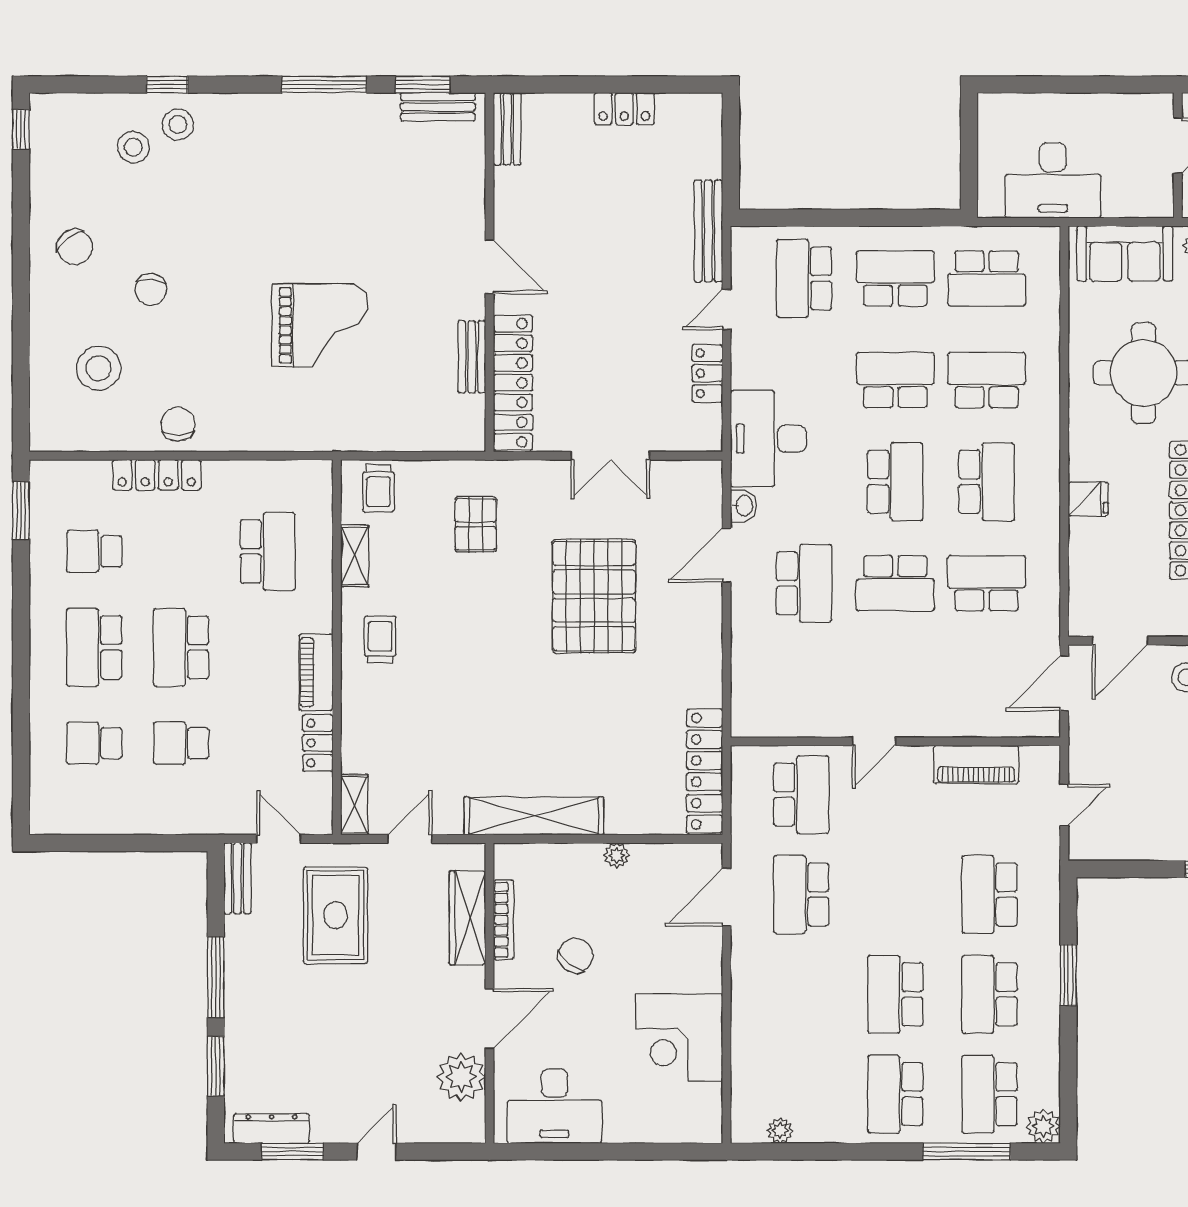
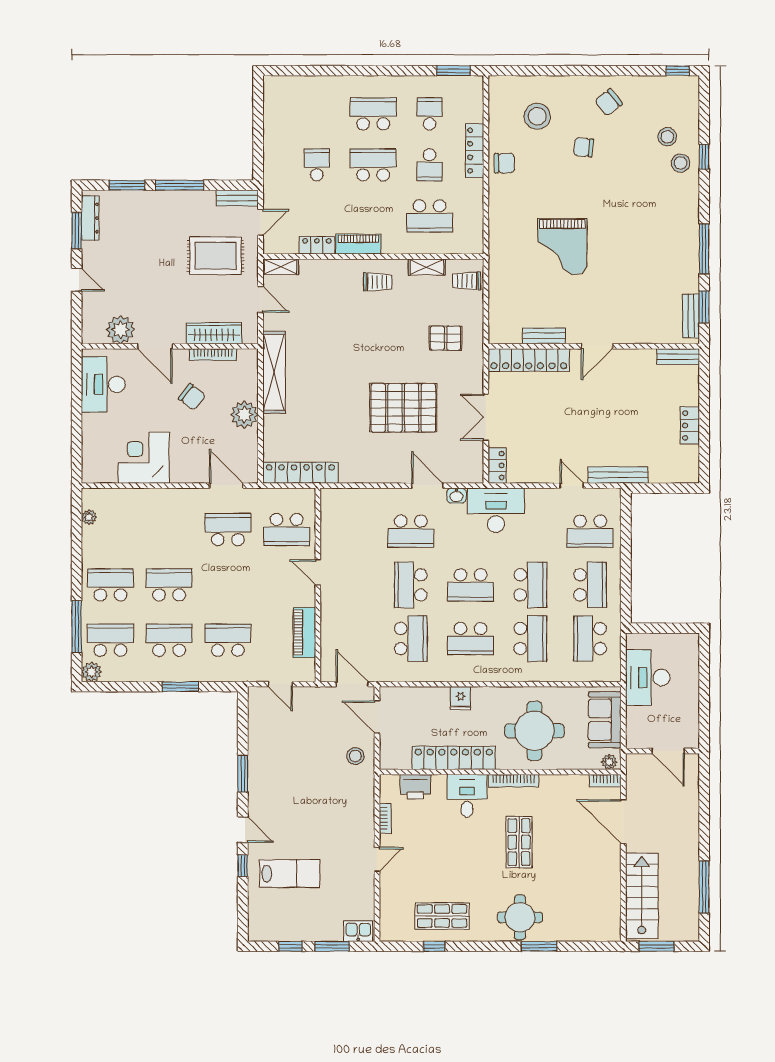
school desk: (804, 278) -> (590, 531), turned 180
locker: (707, 373) -> (497, 465), moved, turned 90
school desk: (94, 743) -> (430, 165), moved, turned 180
plant: (617, 855) -> (244, 415), width x1.88, depth x1.88

